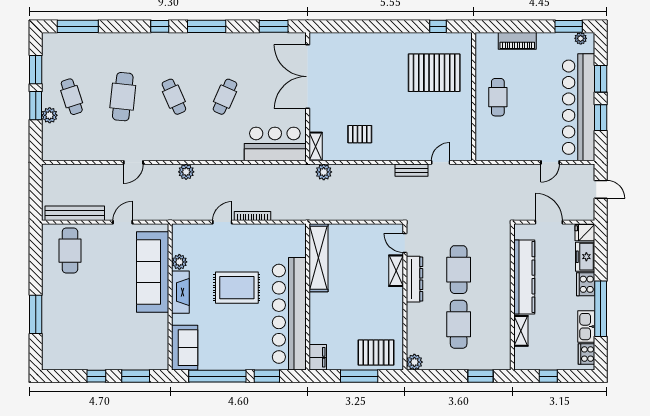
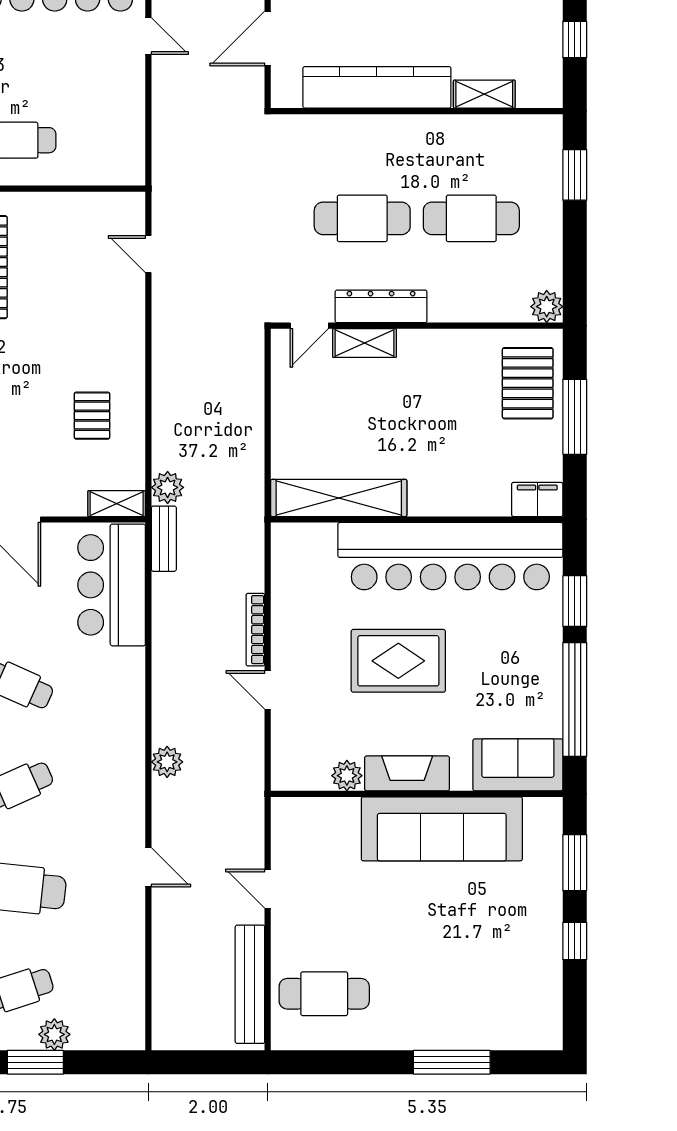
bench: (412, 170) -> (164, 539), moved
sofa: (153, 272) -> (442, 829), moved
rug: (237, 288) -> (398, 661), turned 90

